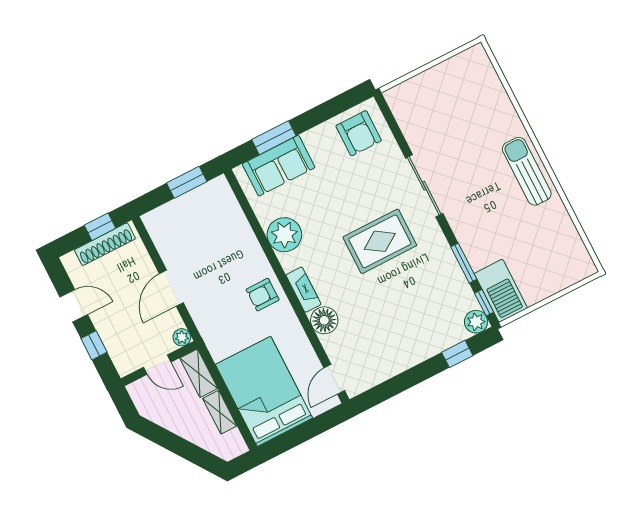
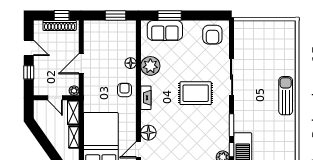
floor lamp: (250, 246) -> (131, 63), added
armchair: (263, 295) -> (125, 90), turned 90
floor lamp: (324, 320) -> (148, 133), moved

